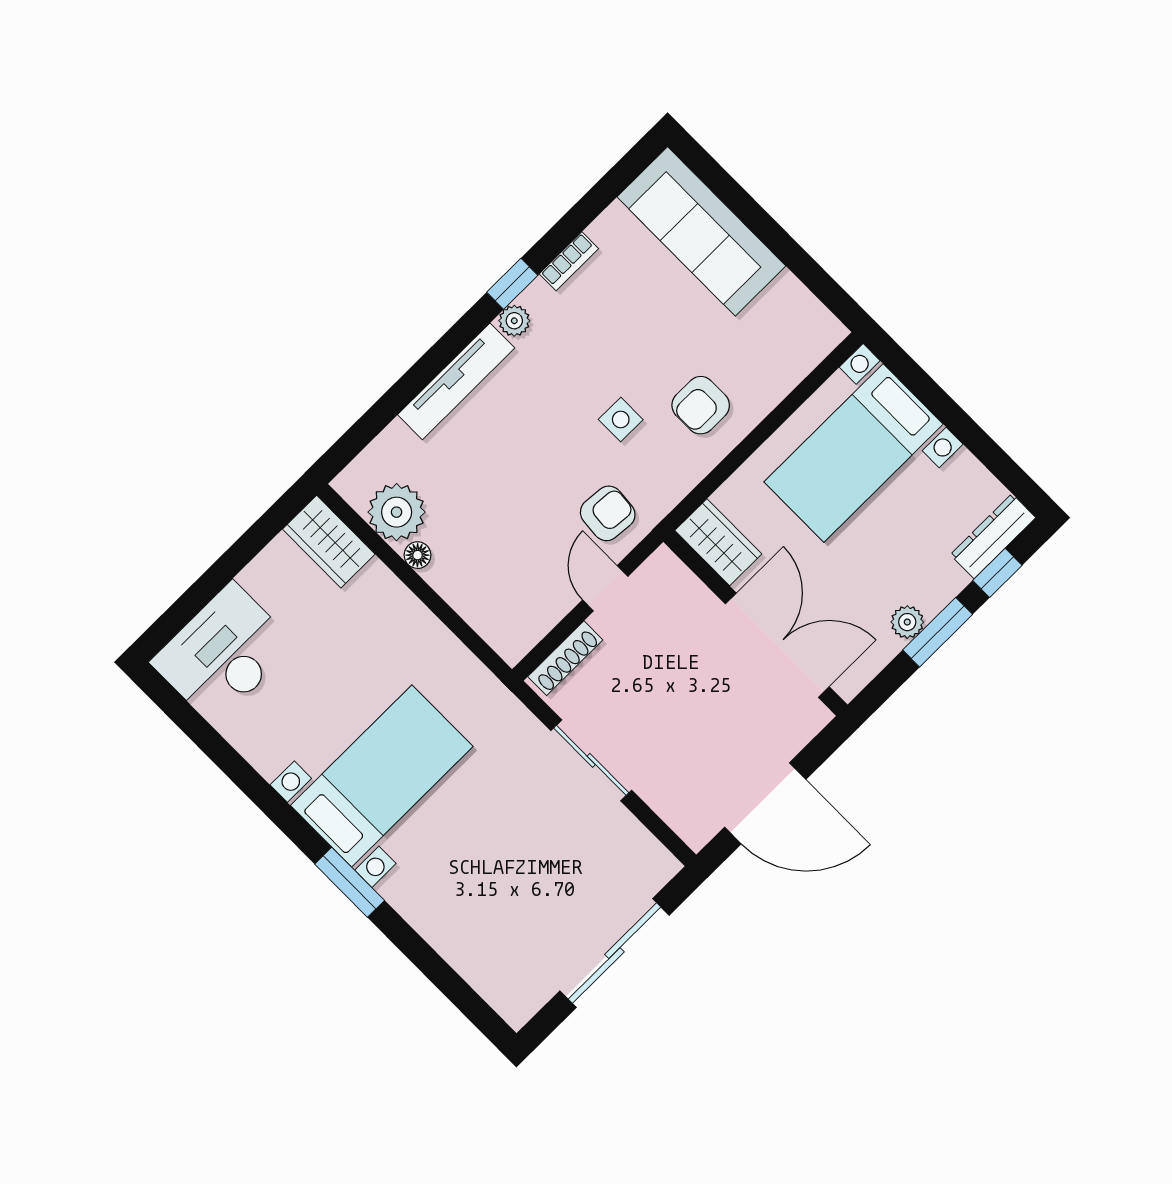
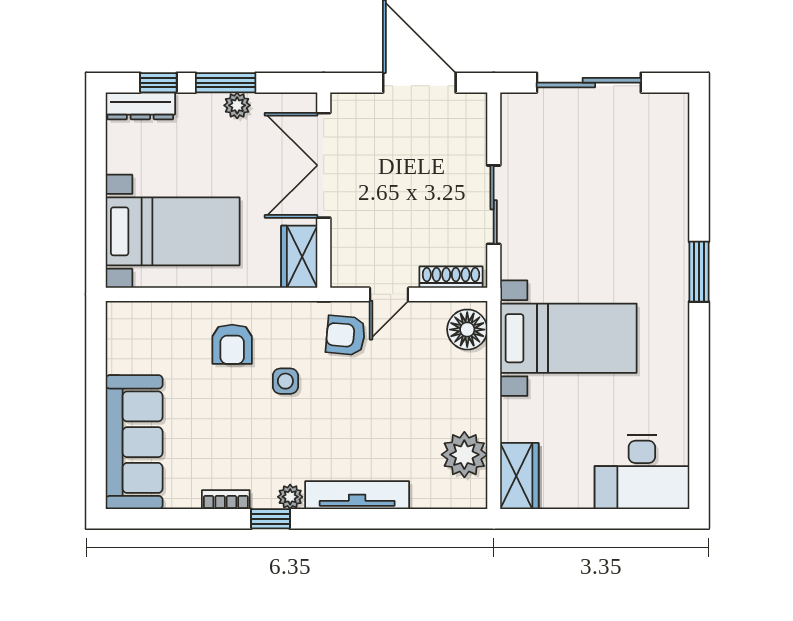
armchair: (701, 405) -> (232, 344), turned 90
floor lamp: (418, 555) -> (467, 330), moved, width x1.89, depth x1.89
bed with nightstands: (382, 776) -> (568, 338), moved, turned 180

